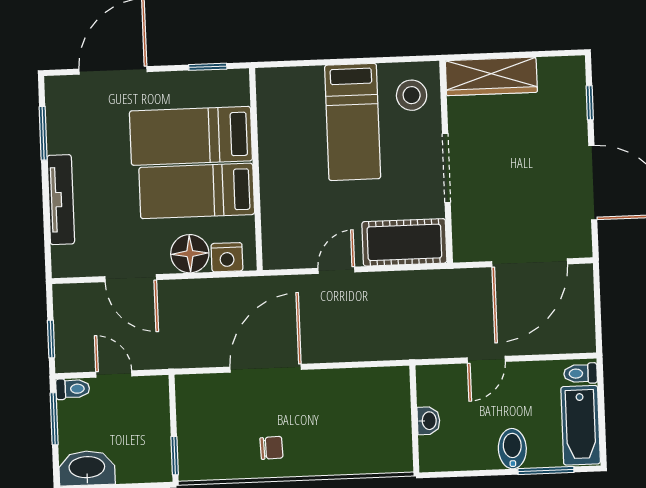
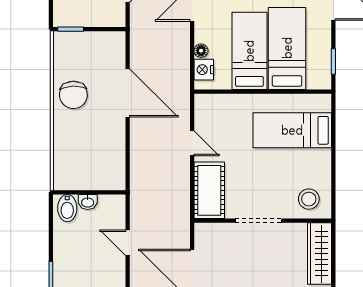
bed: (353, 122) -> (292, 130), moved
floor lamp: (190, 254) -> (201, 51), width x0.53, depth x0.53
chair: (271, 448) -> (73, 95), width x1.87, depth x1.87
bidet: (512, 449) -> (67, 208), moved, turned 90

